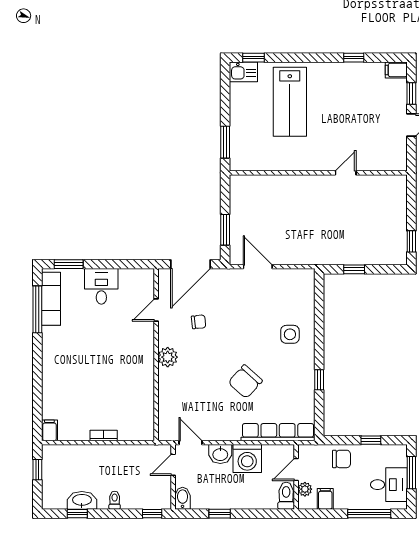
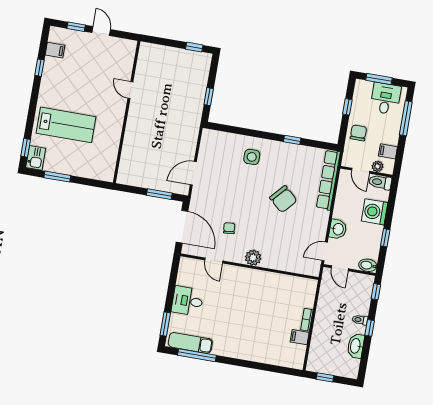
filing cabinet: (396, 70) -> (55, 50), moved, turned -90
window: (225, 142) -> (57, 177), moved
filing cabinet: (49, 430) -> (300, 337), moved
washing machine: (247, 458) -> (375, 212), moved, turned 180
window: (77, 514) -> (370, 328), moved

